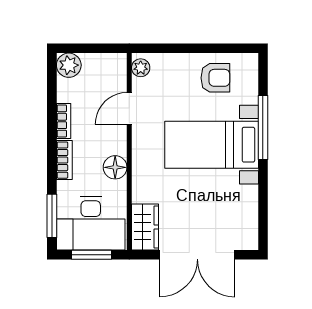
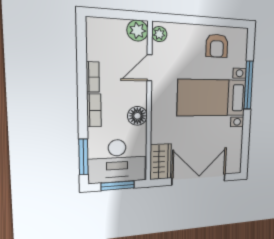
plant: (69, 65) -> (138, 31), moved
armchair: (215, 78) -> (217, 46), turned 90
double door: (197, 255) -> (199, 179), swing flipped

